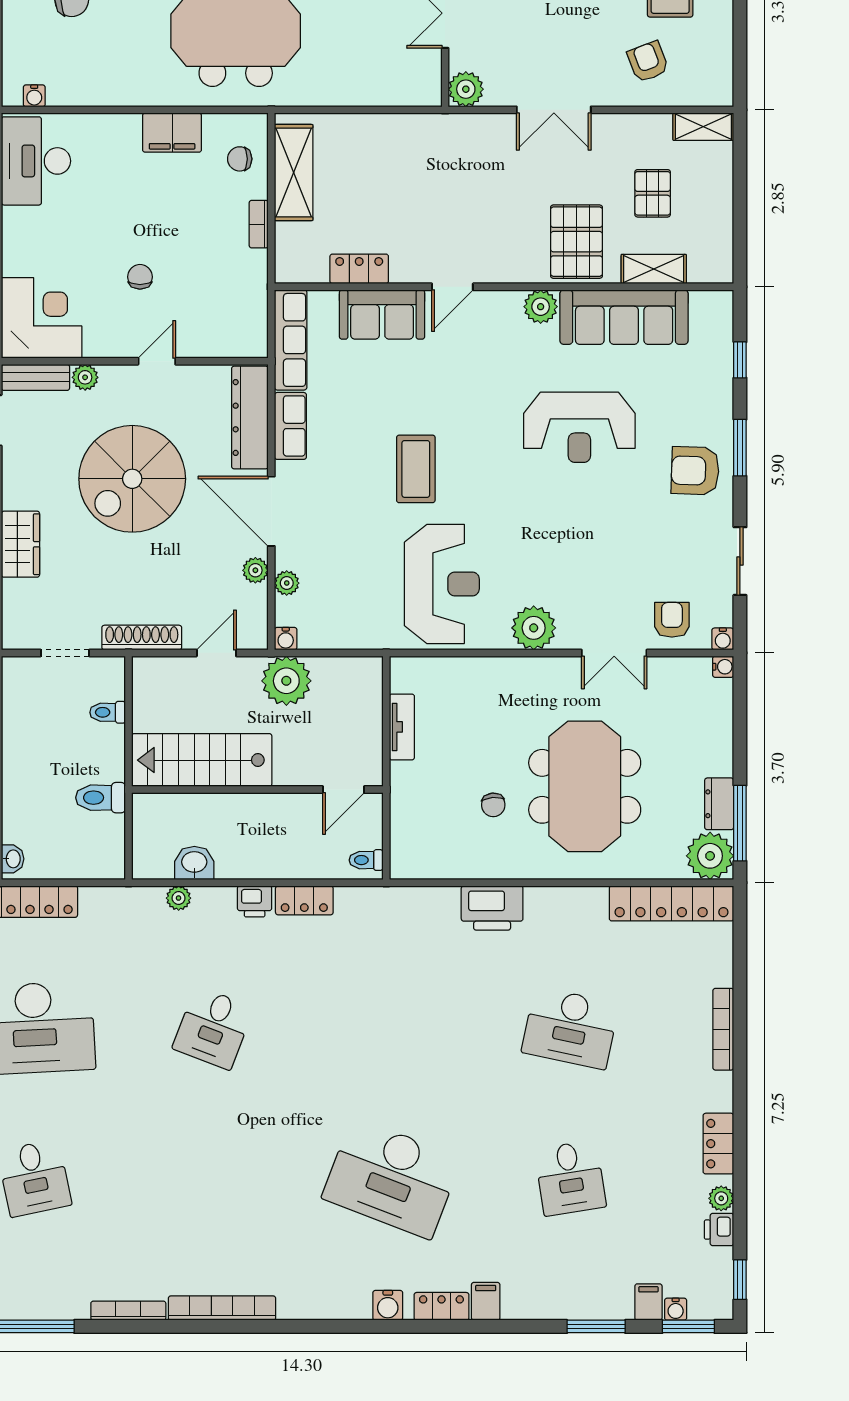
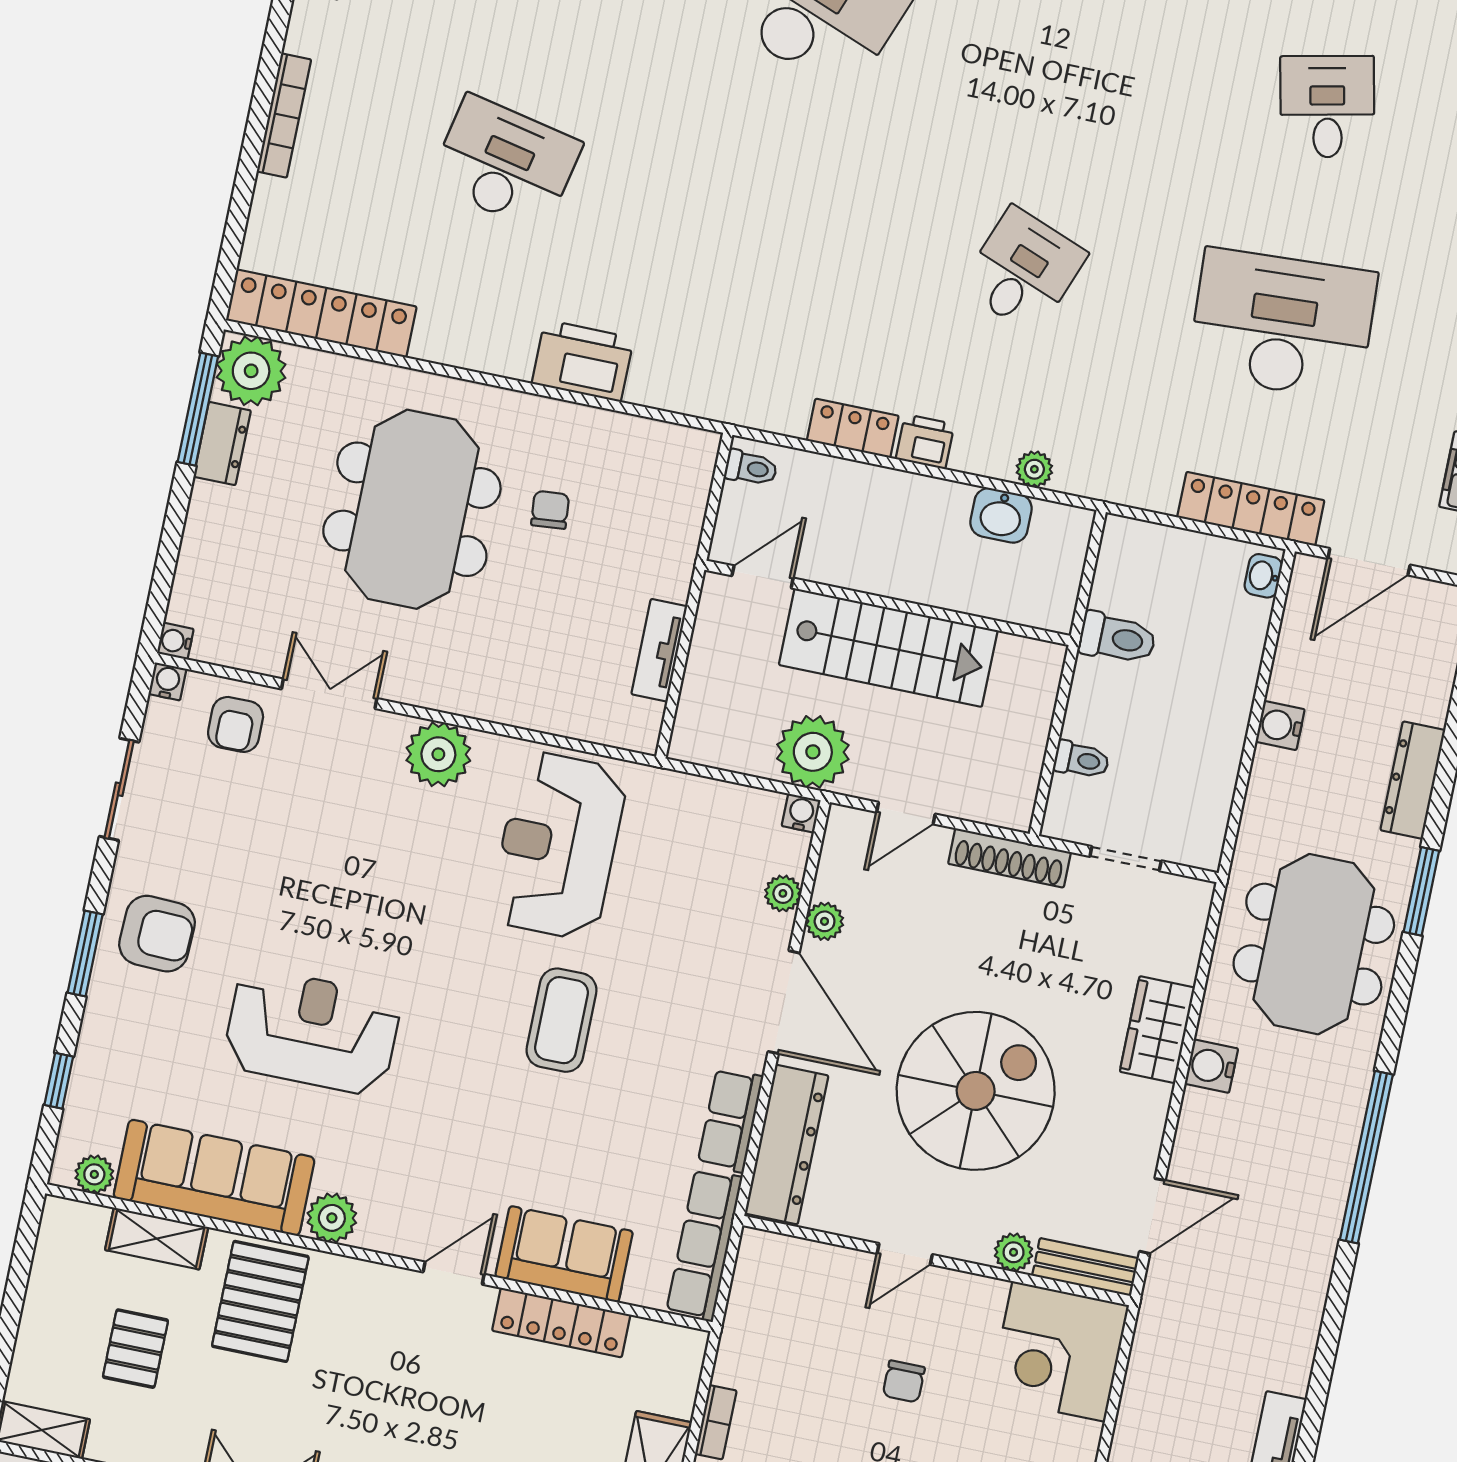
locker: (359, 269) -> (561, 1323), width x1.53
plant: (704, 303) -> (94, 1174), added
stairs: (202, 760) -> (888, 648), moved

